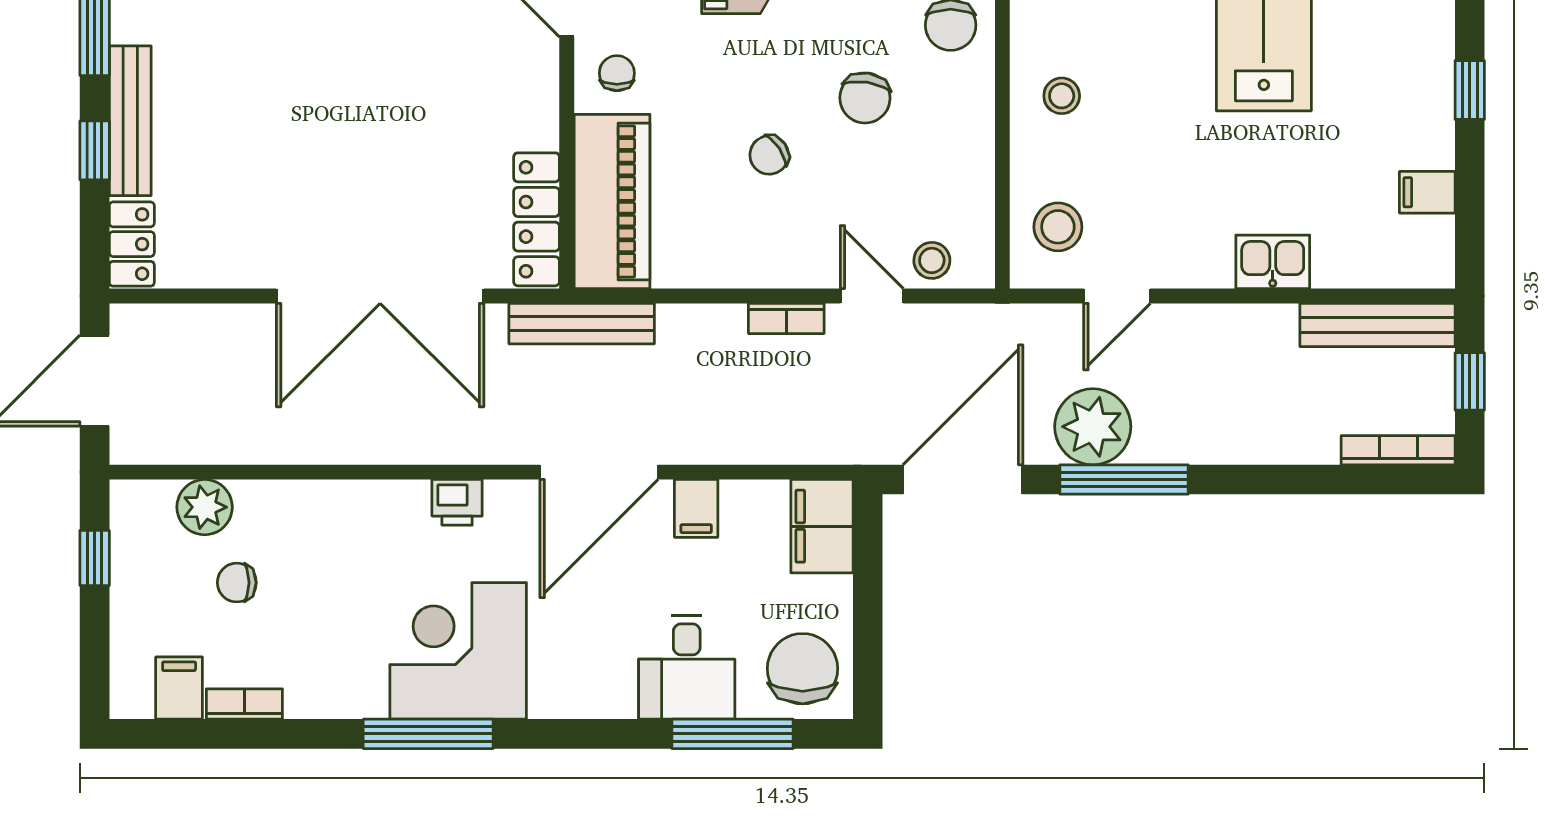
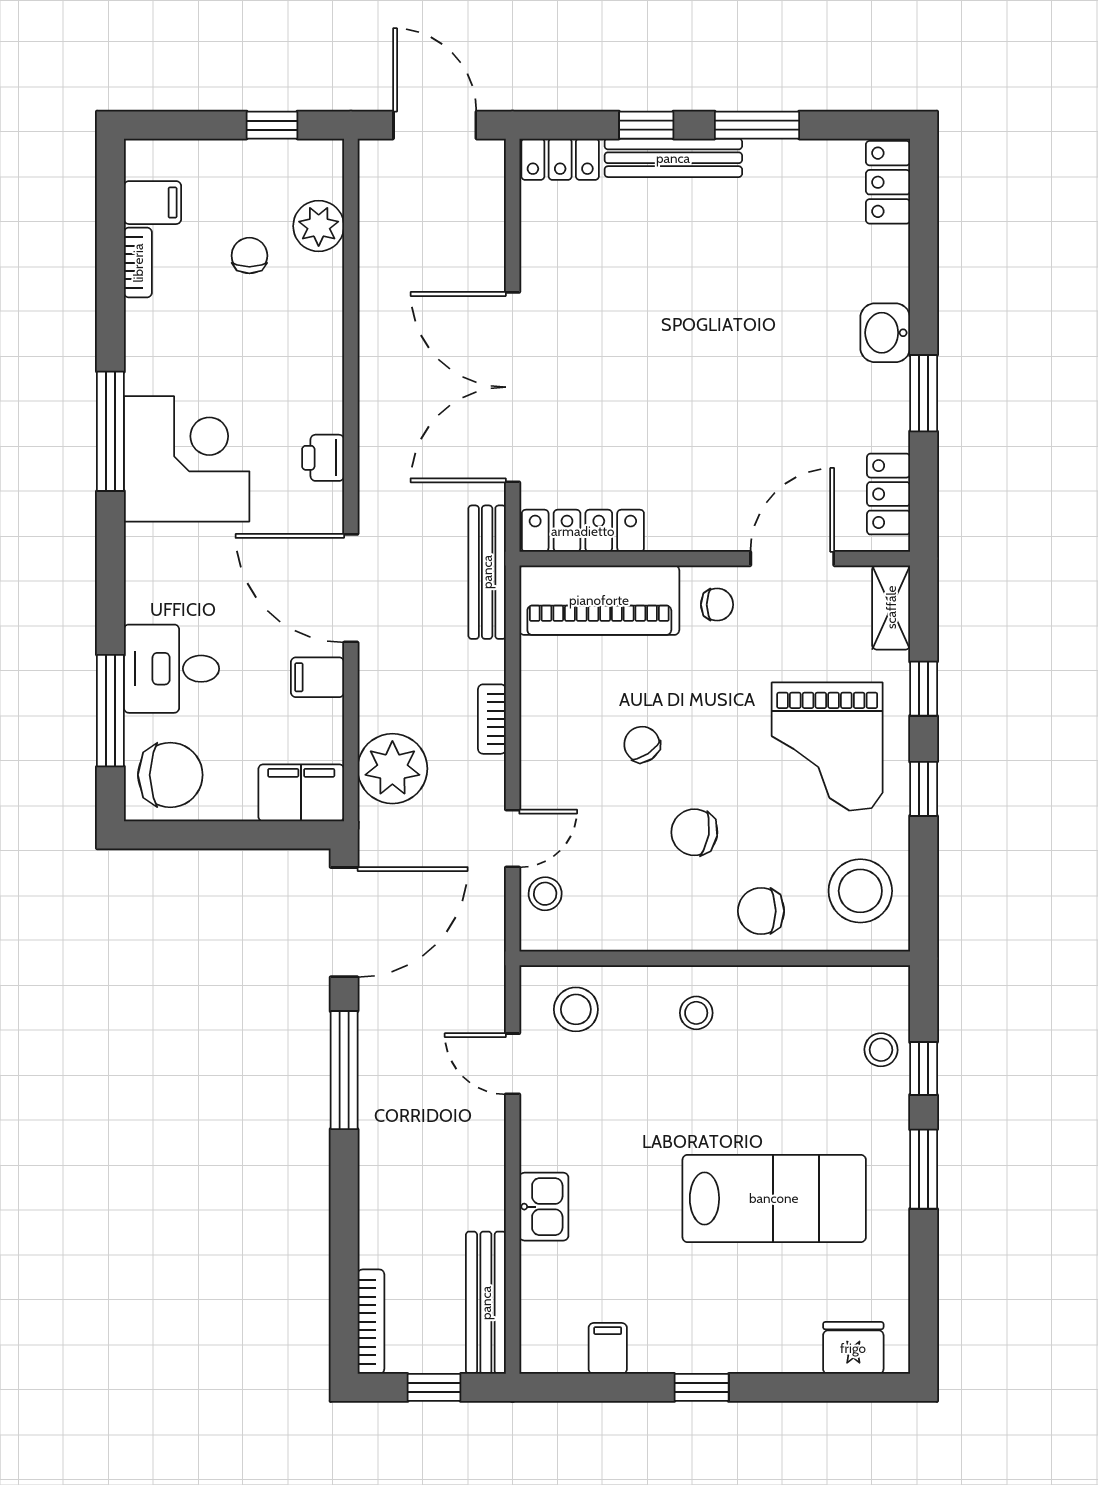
bookcase: (786, 318) -> (492, 719), moved
plant: (1093, 427) -> (392, 769), moved
door: (963, 479) -> (344, 922), hinge flipped

